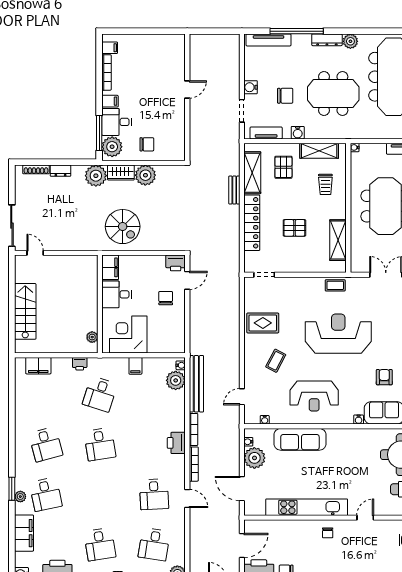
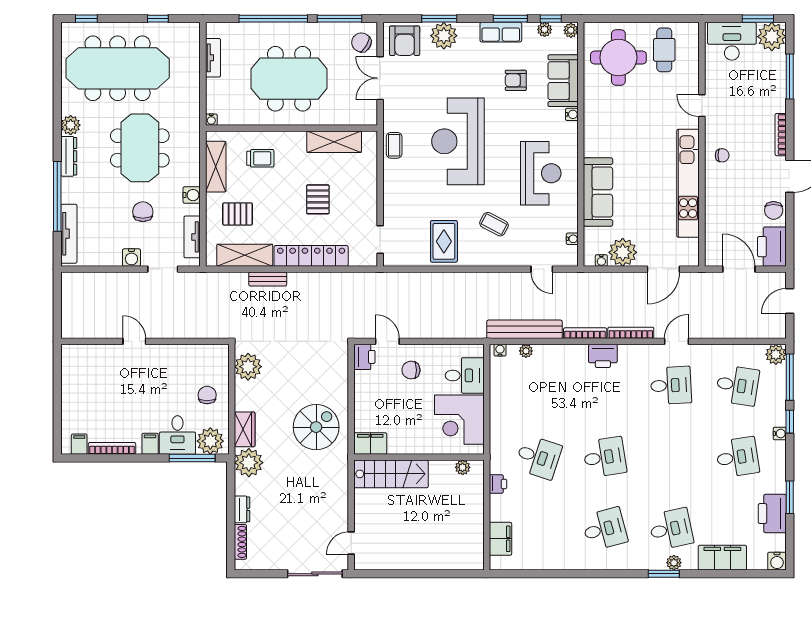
plant: (145, 175) -> (248, 367), moved
desk: (117, 294) -> (465, 375), moved, turned -90
stairs: (25, 311) -> (391, 474), moved, turned 180
filing cabinet: (135, 366) -> (501, 410), removed
plant: (176, 380) -> (526, 351), width x0.53, depth x0.53

